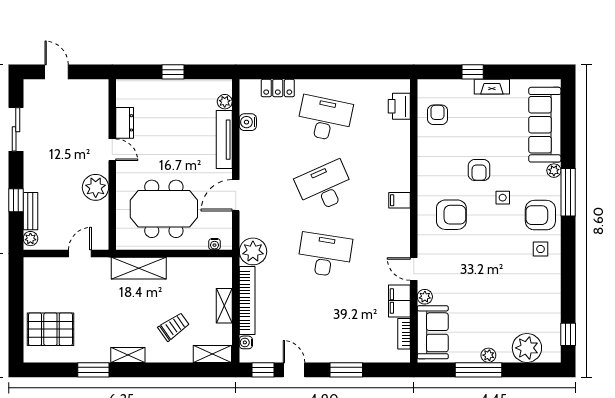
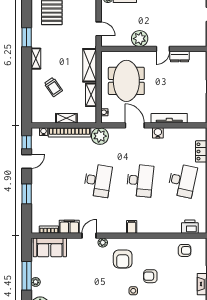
plant: (225, 102) -> (193, 119), removed
water cooler: (248, 122) -> (158, 133), moved
desk: (325, 187) -> (140, 181), turned 30
plant: (425, 297) -> (103, 243), moved
shelving: (212, 354) -> (91, 95), moved

